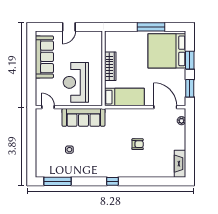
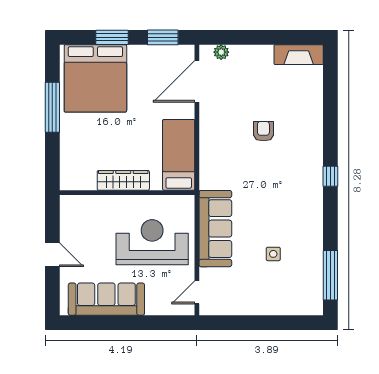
reception desk: (76, 82) -> (152, 242), turned 180

